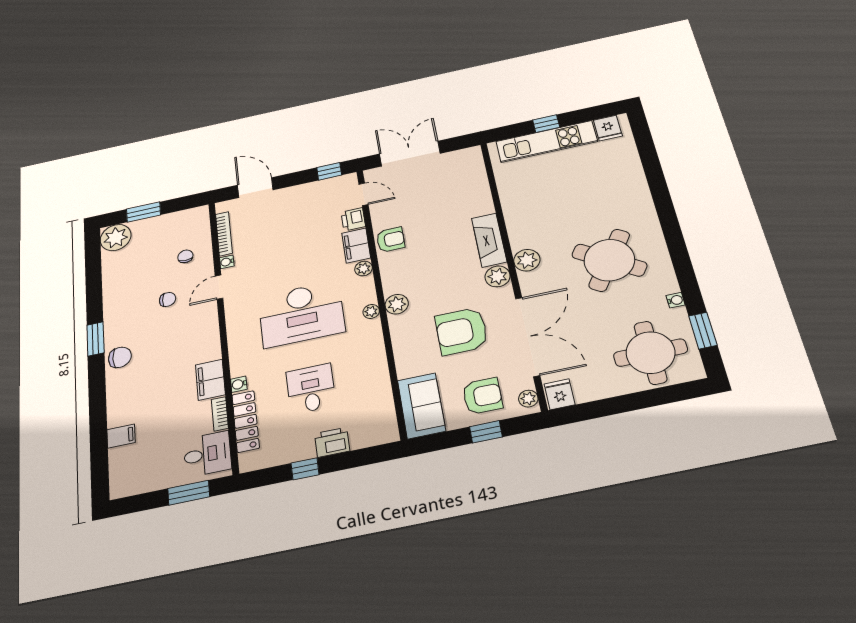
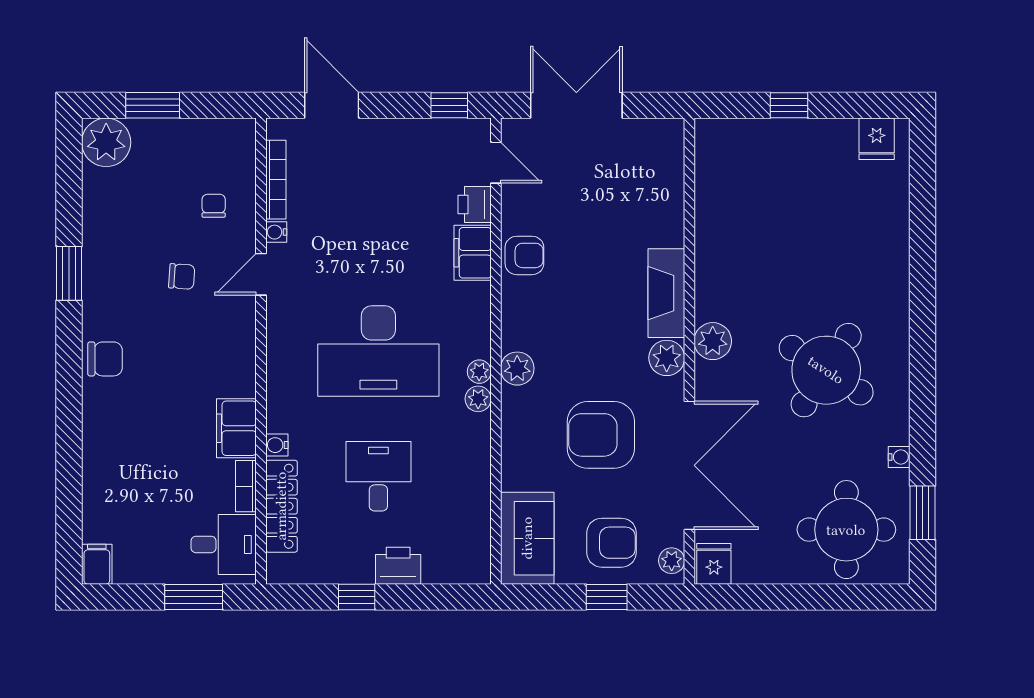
kitchen unit: (547, 141) -> (783, 139), removed
plant: (364, 269) -> (478, 399), moved
window: (95, 339) -> (69, 273), moved
filing cabinet: (121, 436) -> (97, 564), moved, turned -90

